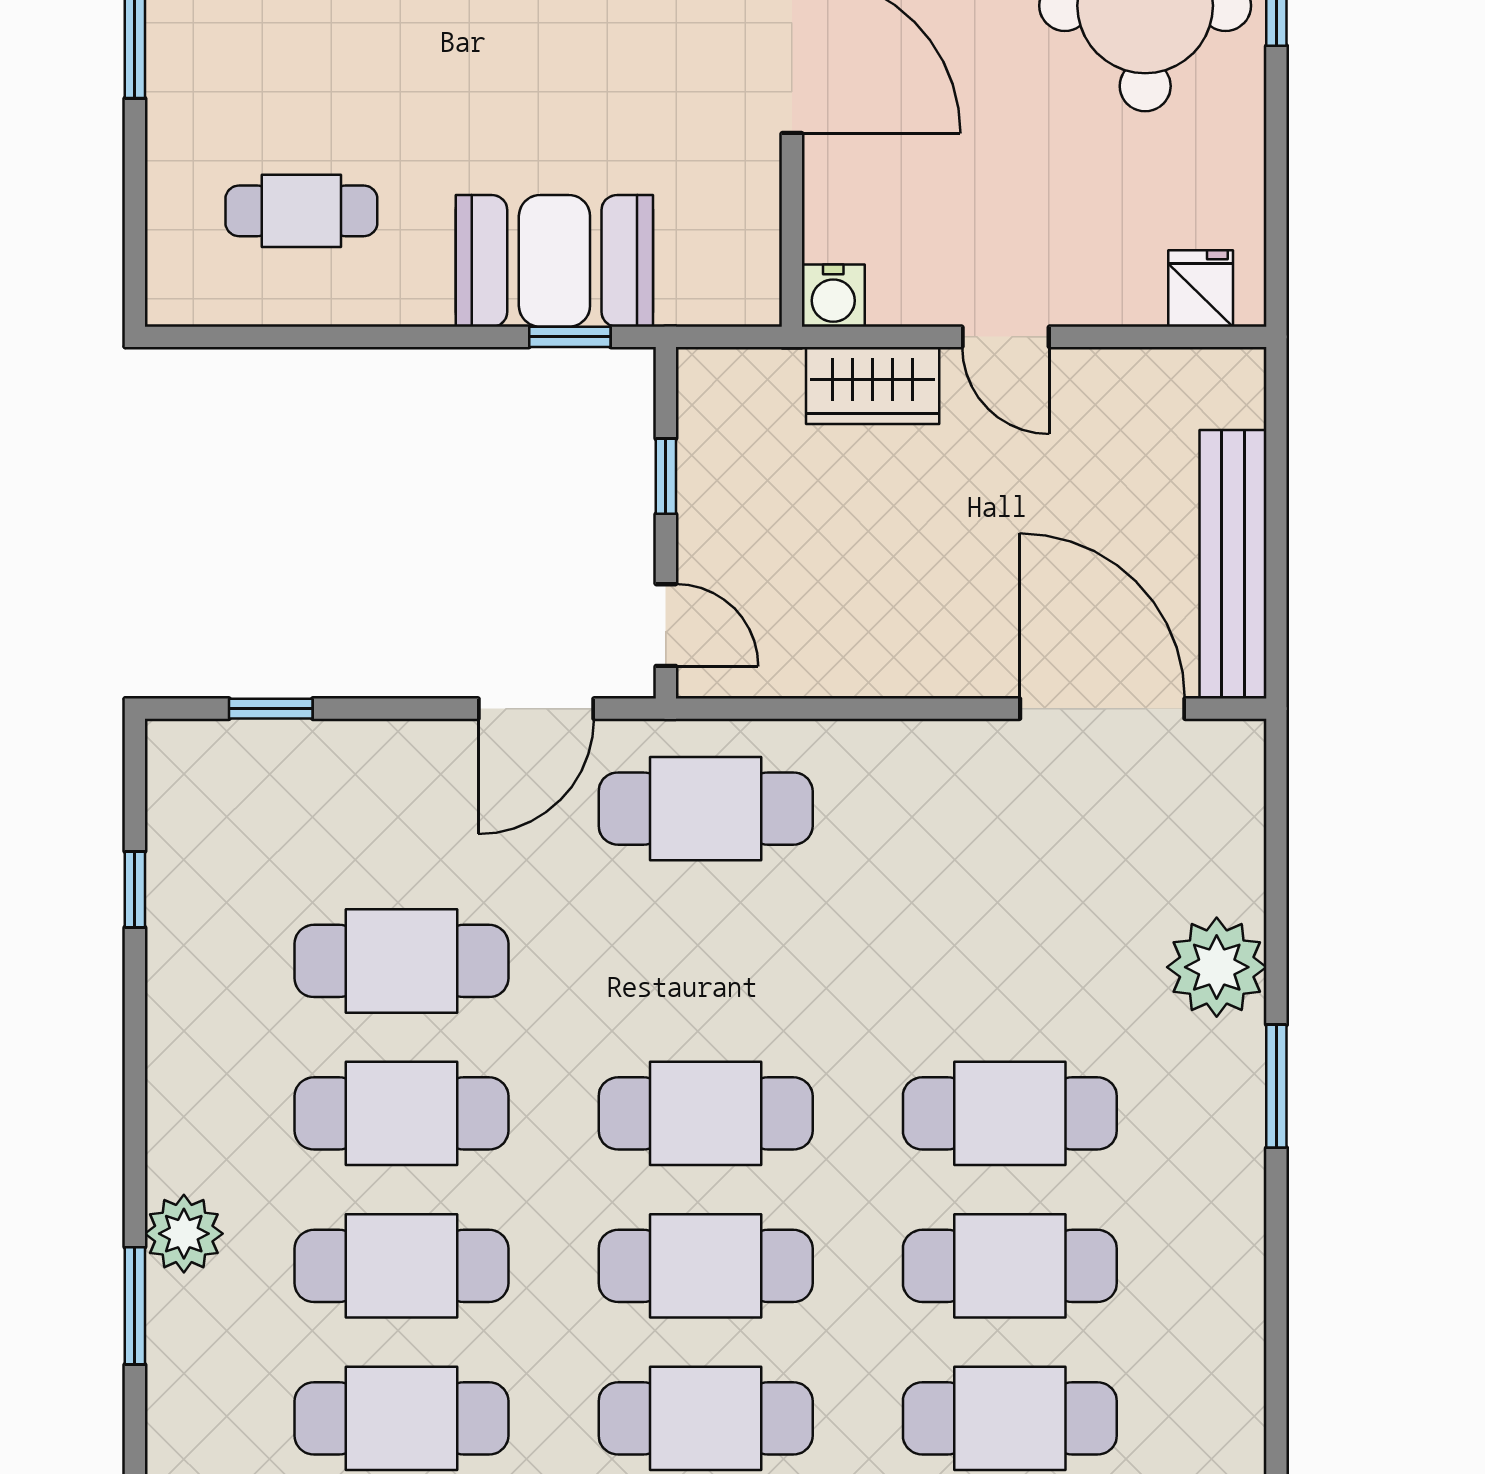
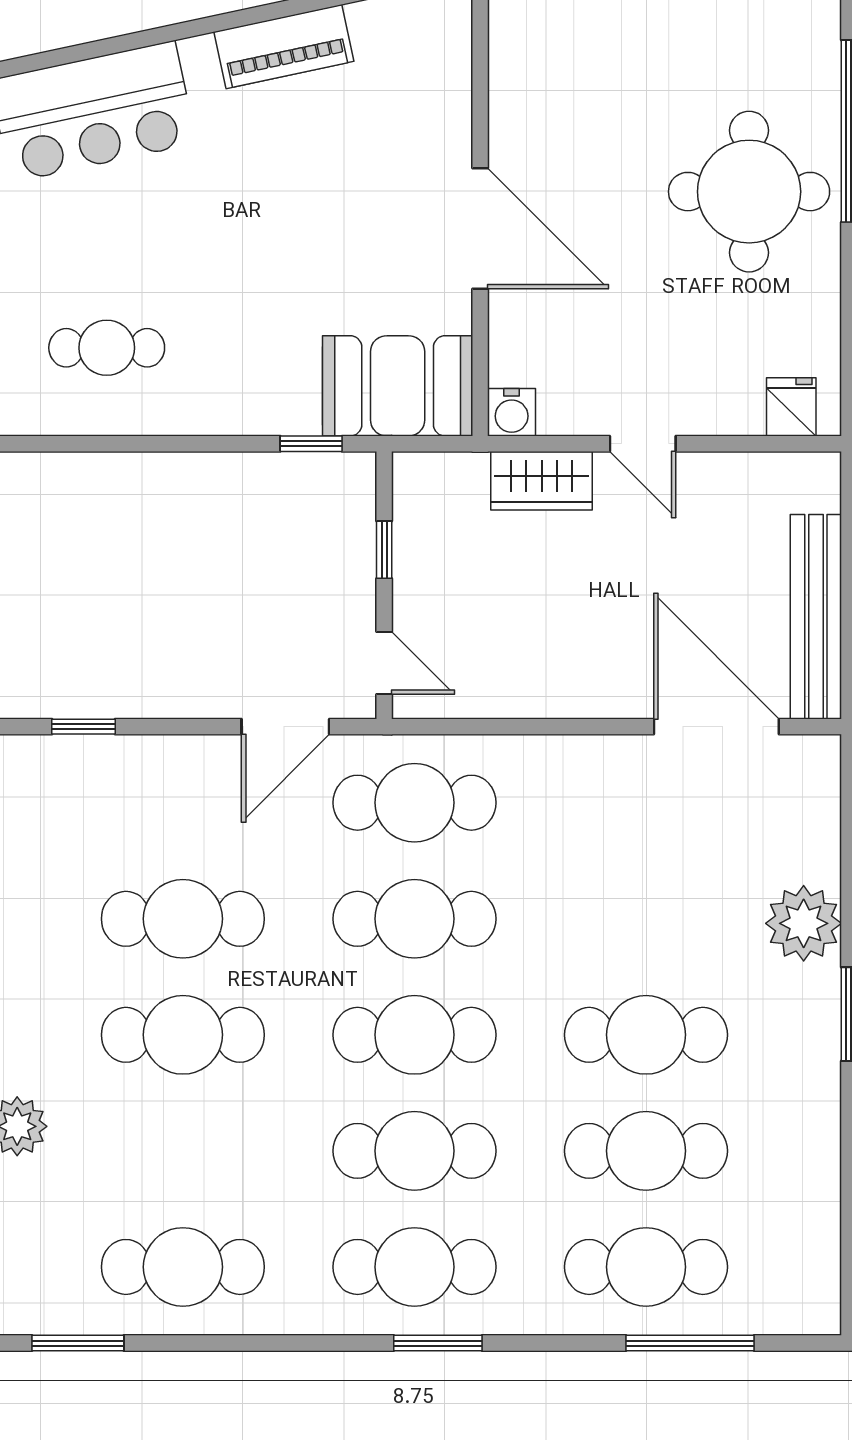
booth: (554, 261) -> (398, 386), moved
cafe table: (401, 1266) -> (414, 919), moved

